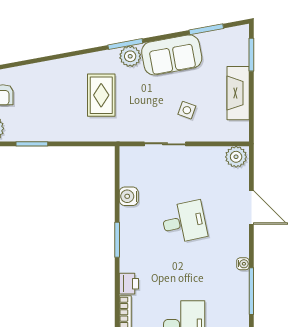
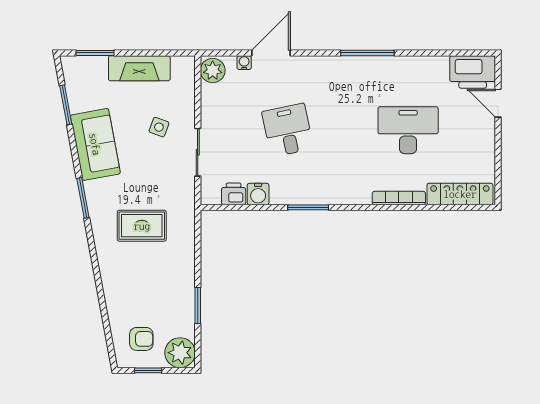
plant: (130, 56) -> (97, 192), removed
water cooler: (243, 264) -> (244, 63), moved
printer: (129, 284) -> (234, 194), moved

